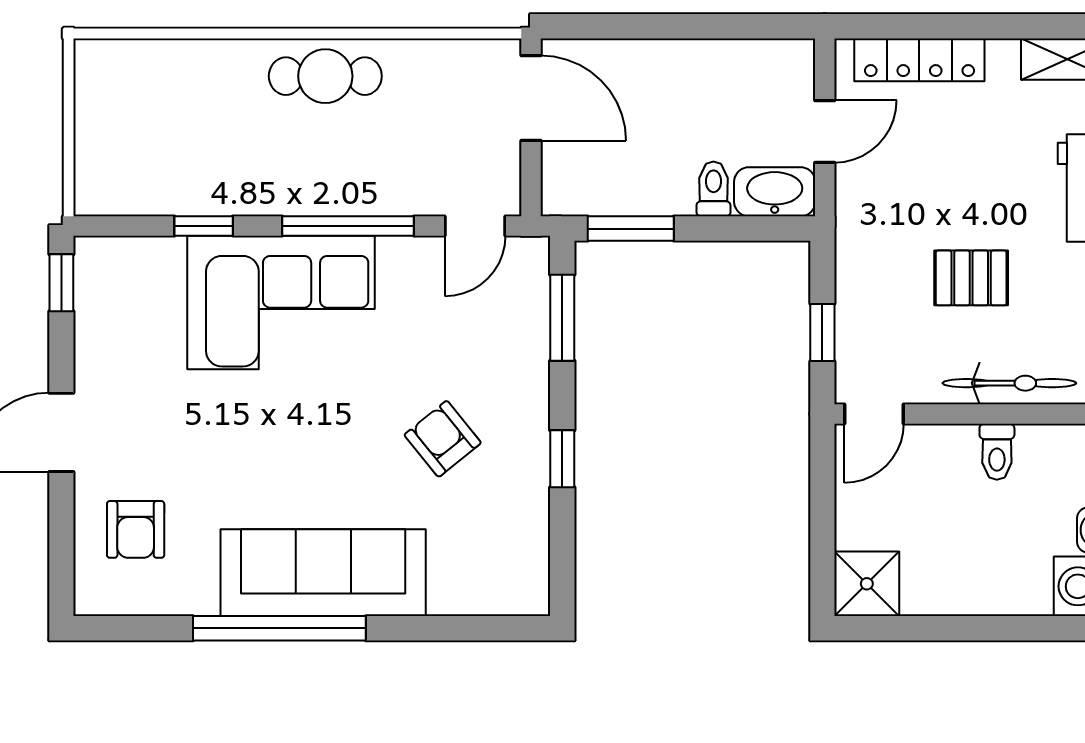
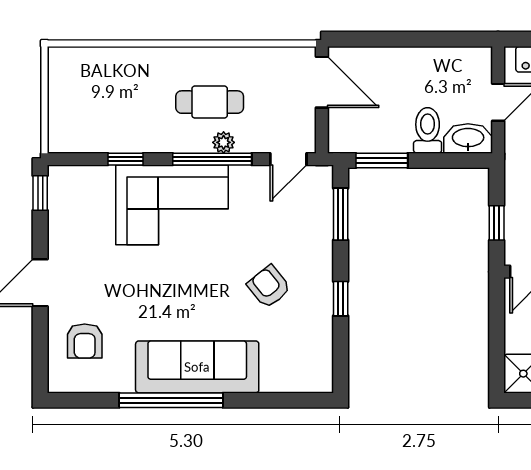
cafe table: (325, 76) -> (210, 102), moved
toilet: (713, 189) -> (428, 130), width x1.37, depth x1.39
plant: (367, 198) -> (224, 142), added

